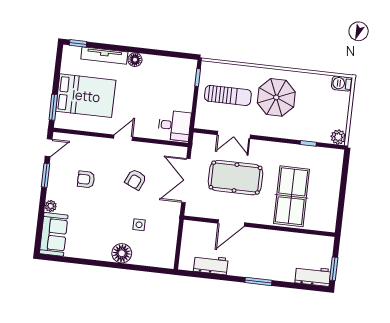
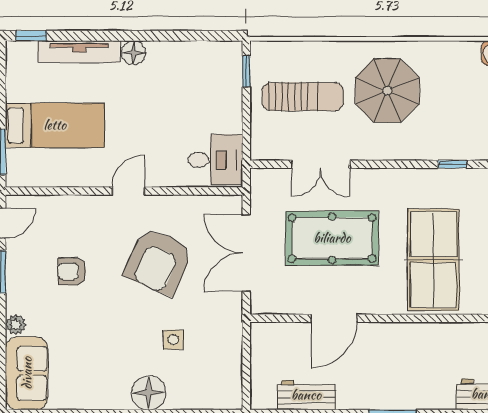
bed: (86, 96) -> (55, 125), width x0.67
armchair: (136, 180) -> (158, 262), width x1.88, depth x1.88

